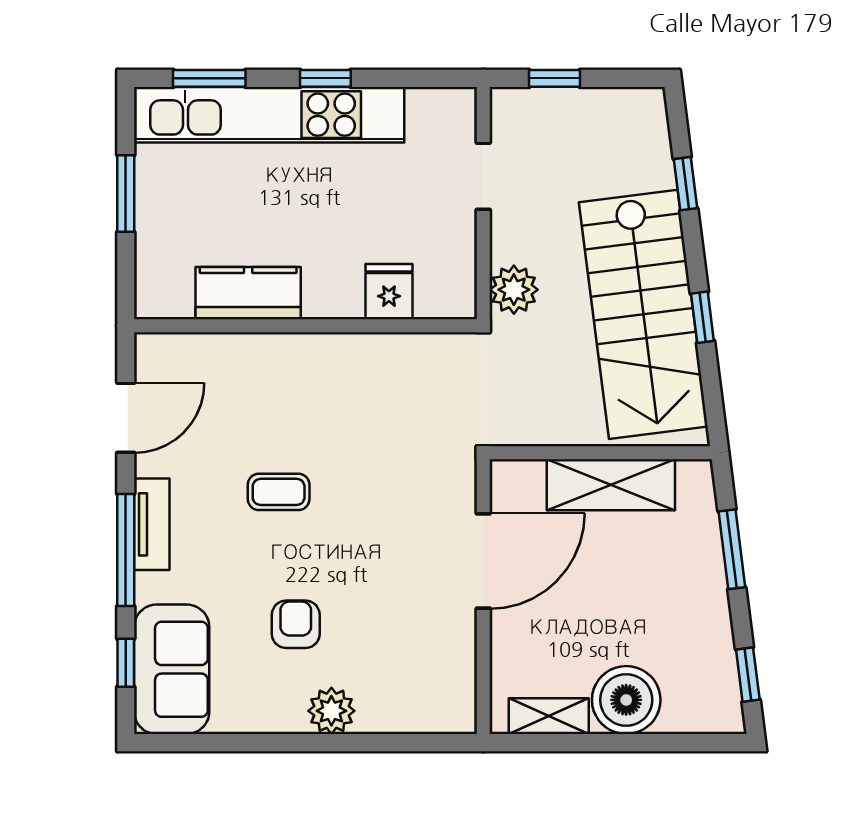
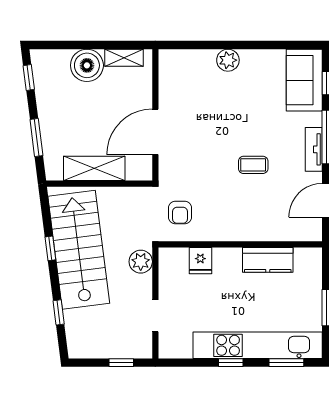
armchair: (296, 624) -> (180, 213), moved

